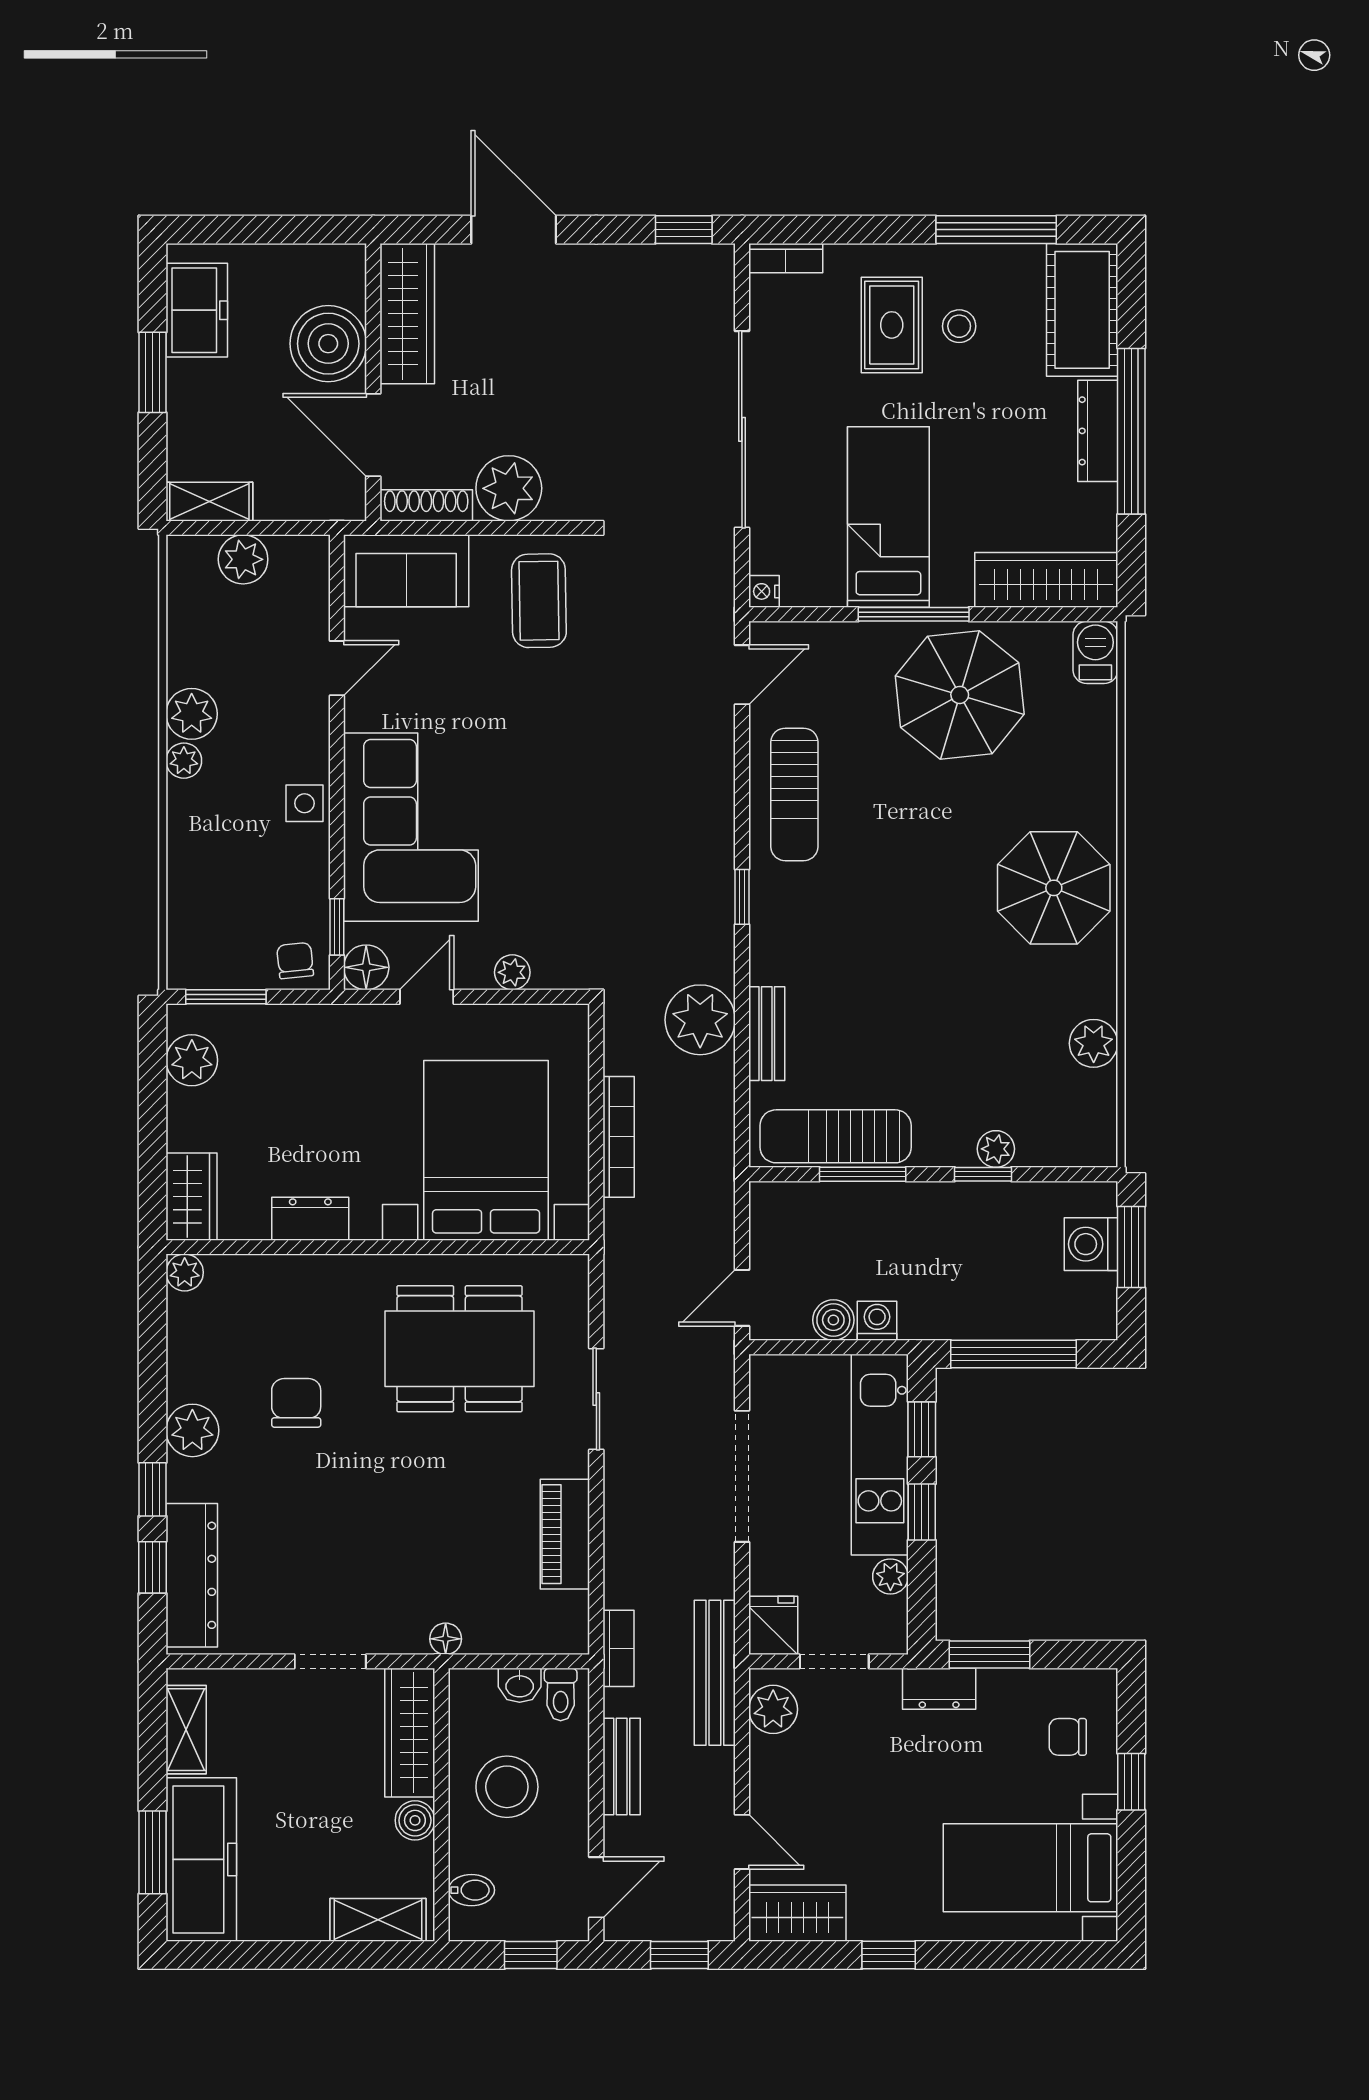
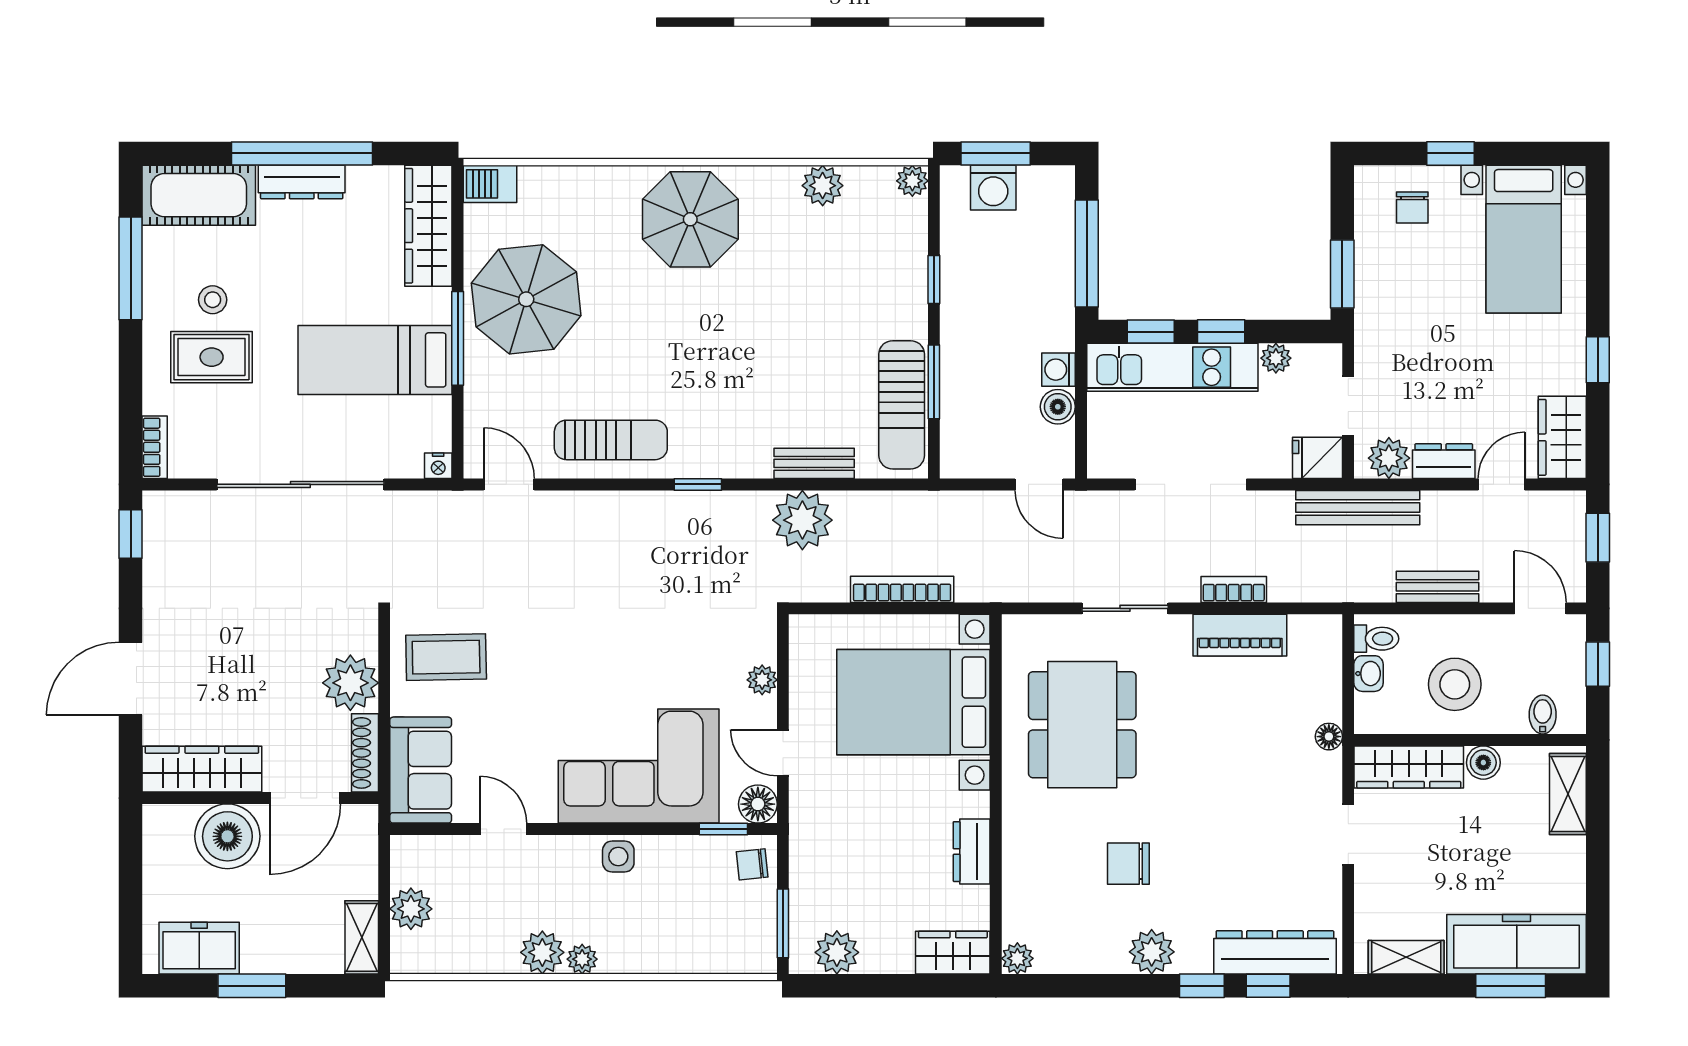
plant: (996, 1149) -> (912, 181), moved
bookcase: (618, 1648) -> (1234, 589), moved
dresser: (939, 1689) -> (1444, 461), moved, turned -90

